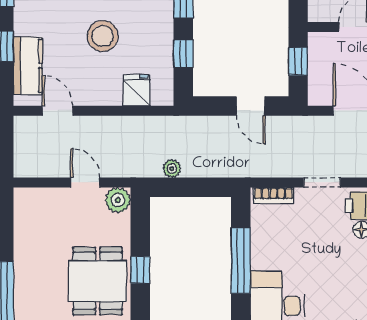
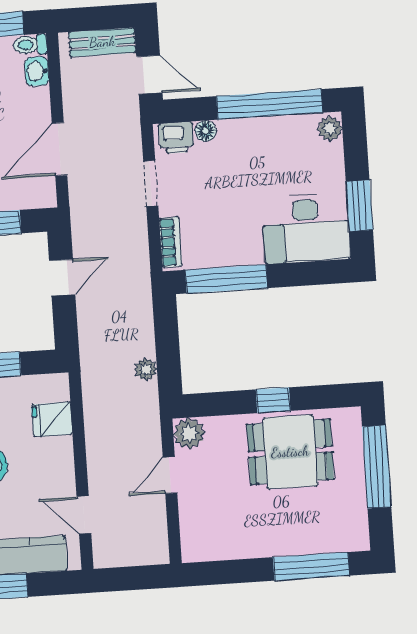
door: (58, 111) -> (84, 515), hinge flipped
window: (241, 261) -> (226, 279), moved

